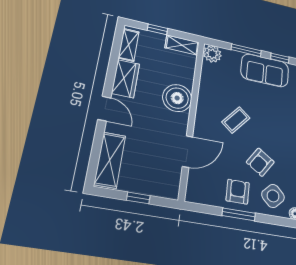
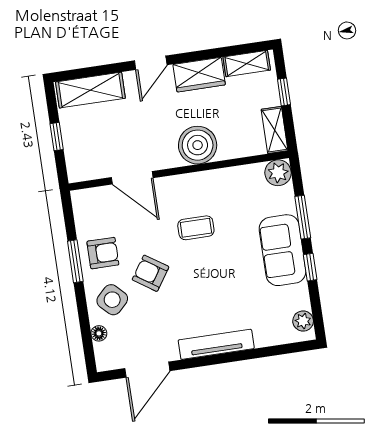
coffee table: (236, 120) -> (196, 228), turned -40

